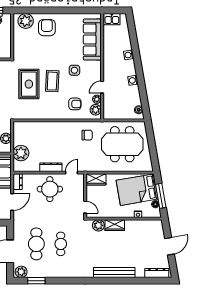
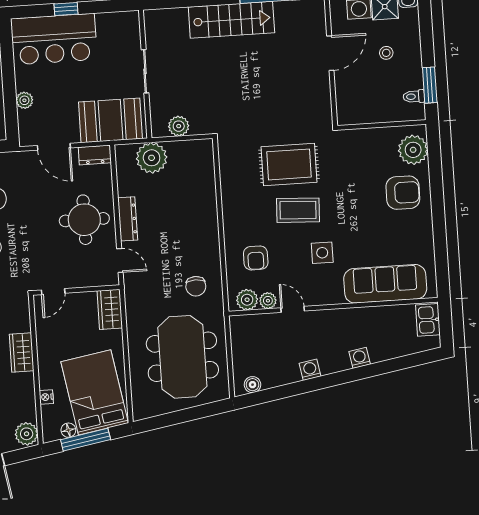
plant: (98, 225) -> (27, 434), moved

